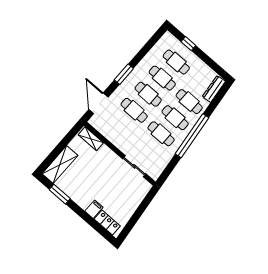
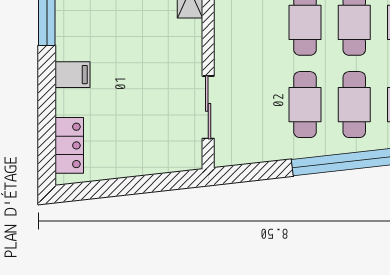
filing cabinet: (94, 209) -> (73, 75), moved

